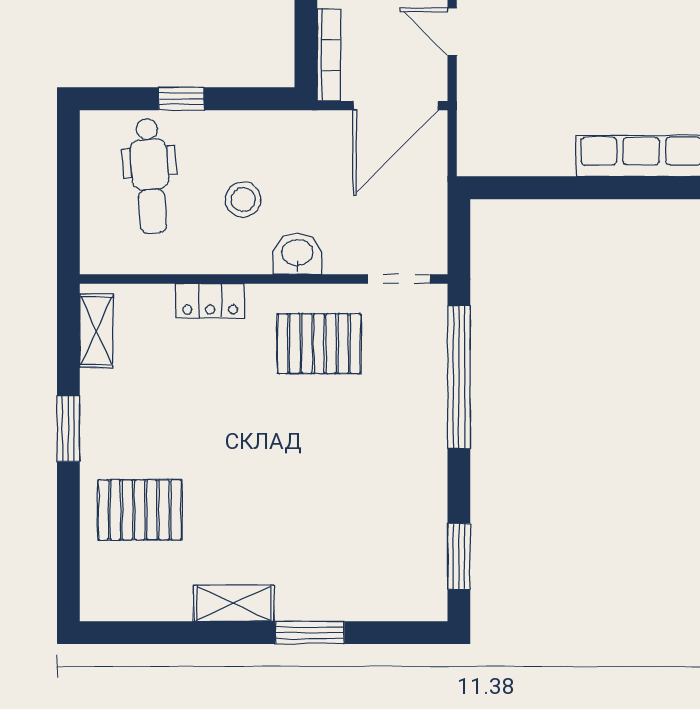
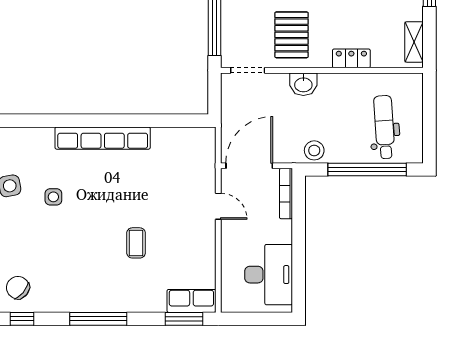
window: (181, 99) -> (367, 169), width x3.17
stool: (243, 200) -> (314, 150), moved
pallet: (319, 344) -> (292, 35), turned 90

